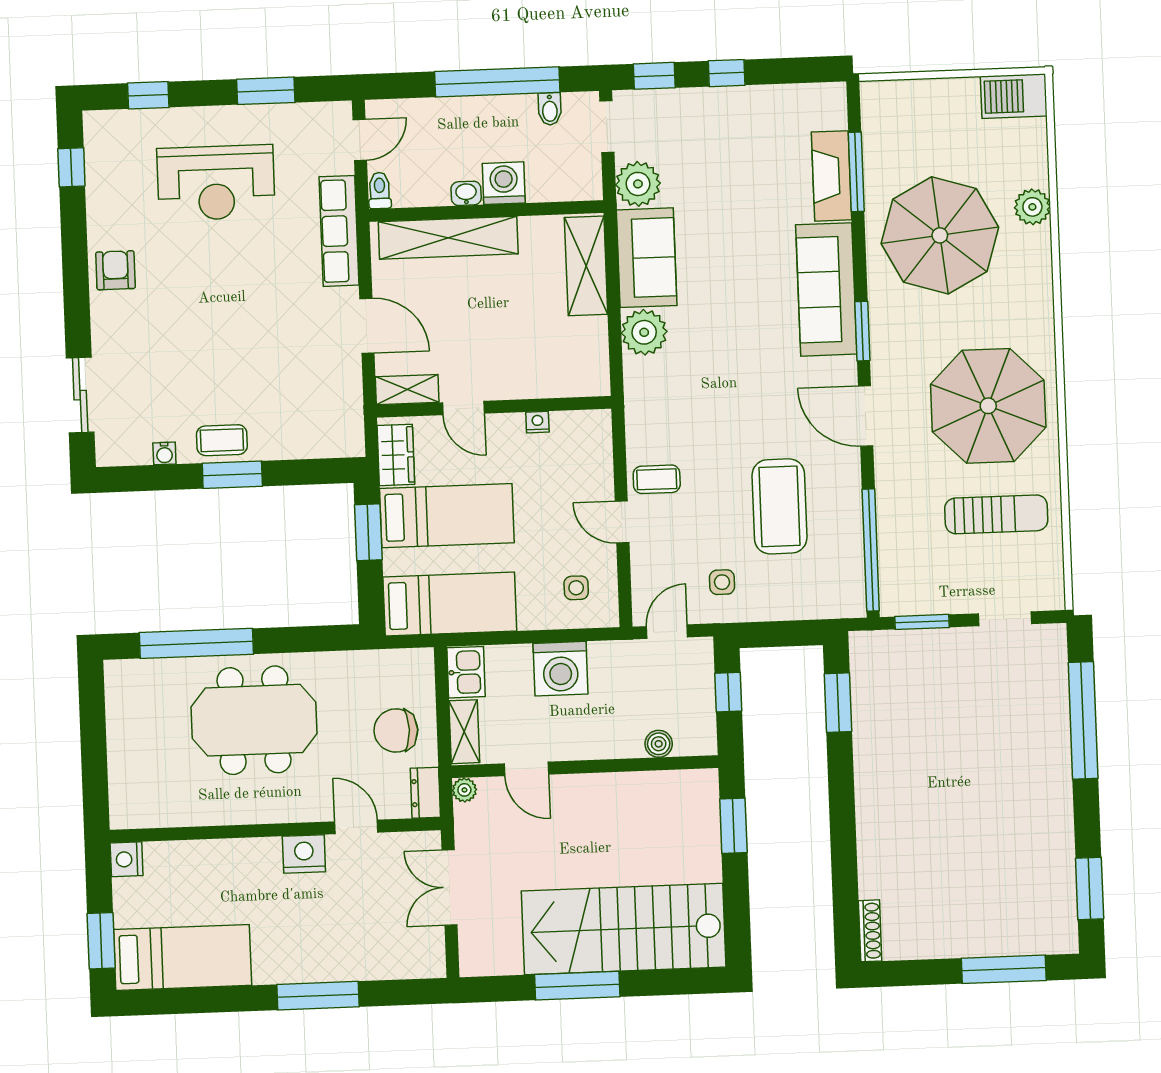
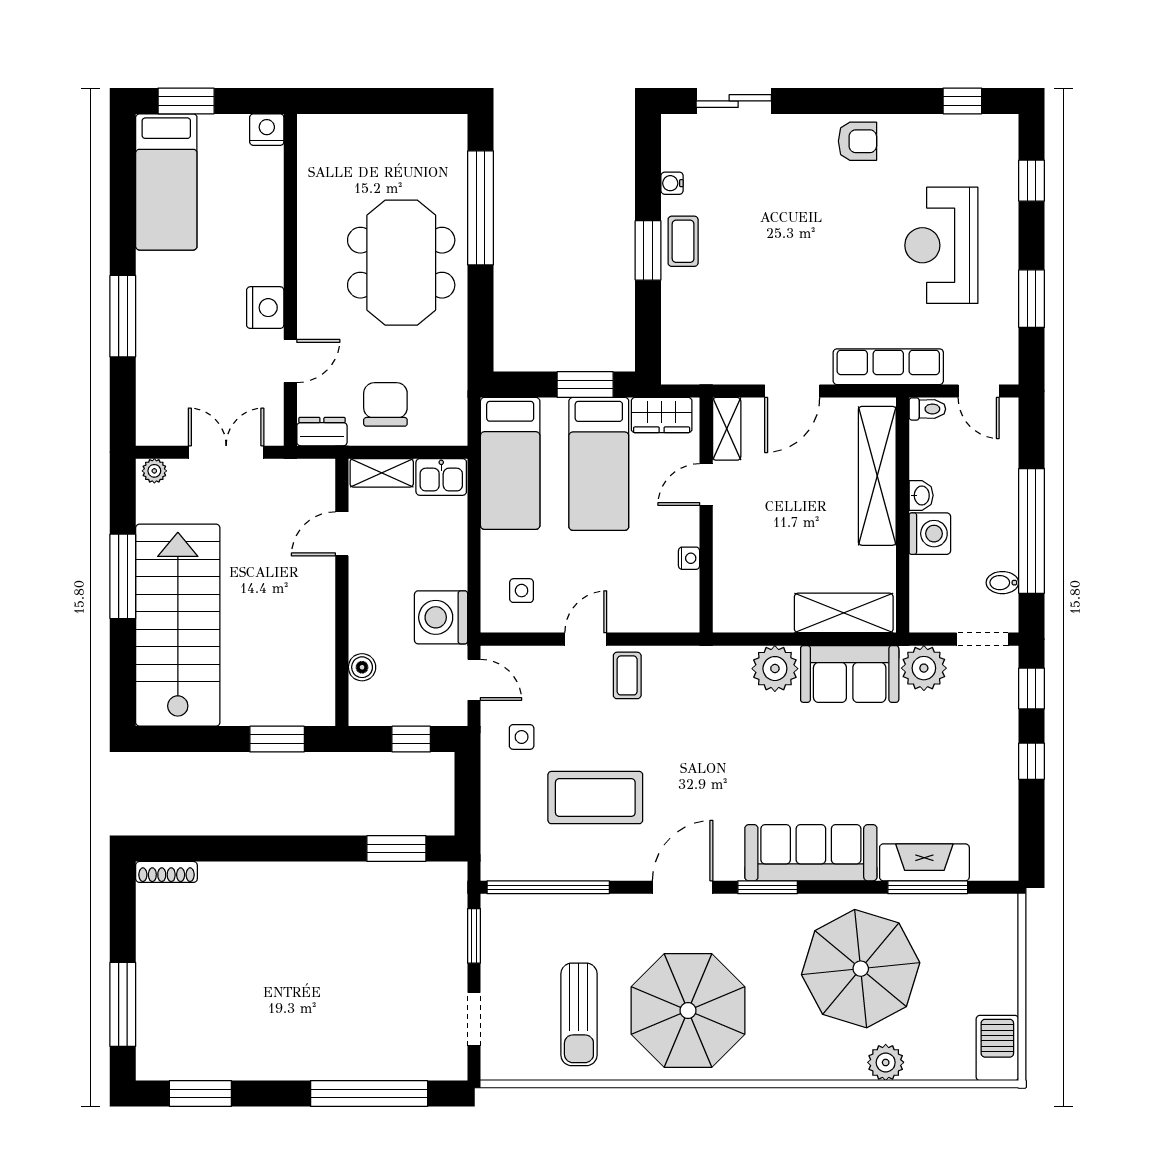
washing machine: (560, 669) -> (441, 617), moved
plant: (464, 790) -> (154, 471), moved

